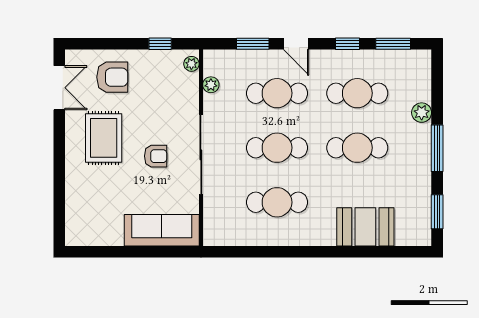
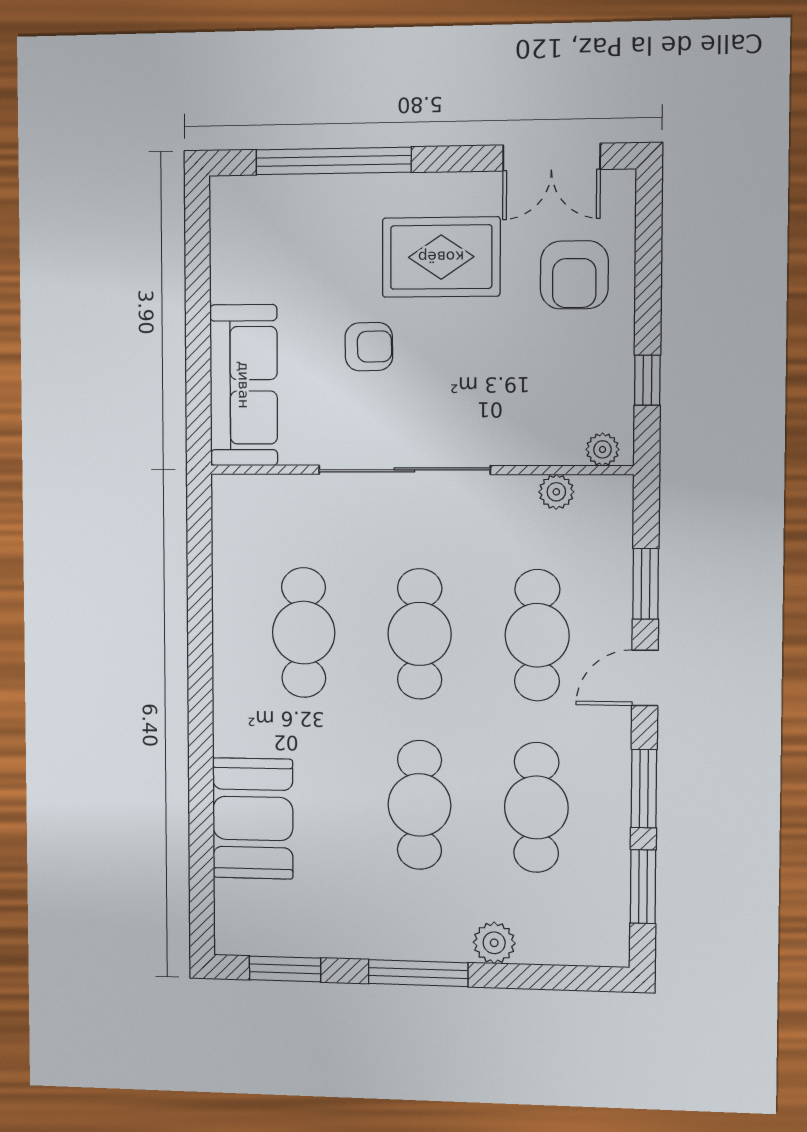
window: (347, 44) -> (644, 789), width x1.50
armchair: (156, 156) -> (369, 347), moved, turned -91
window: (59, 188) -> (333, 161), added

